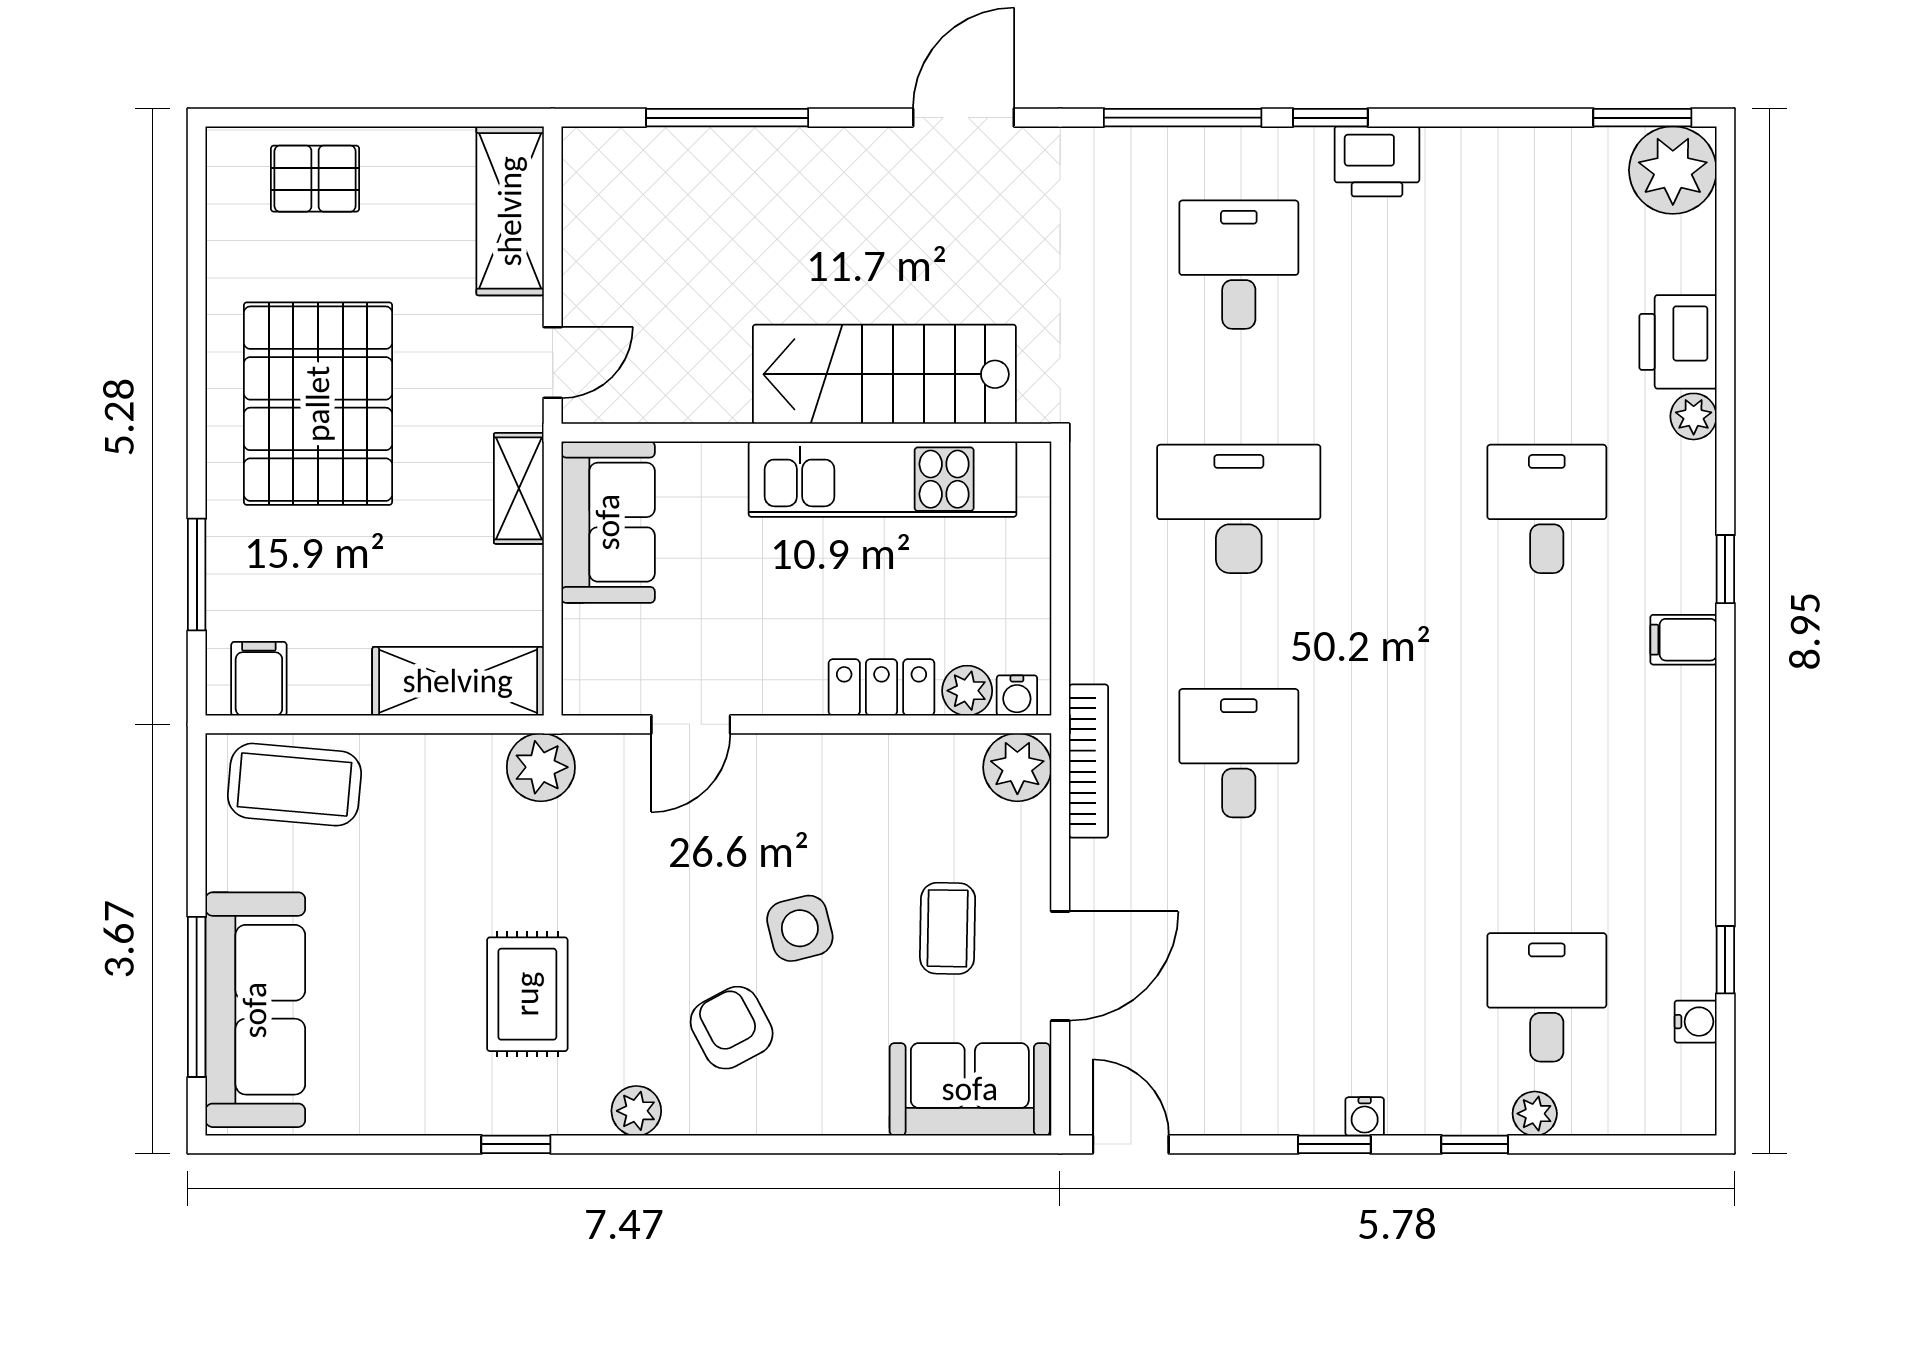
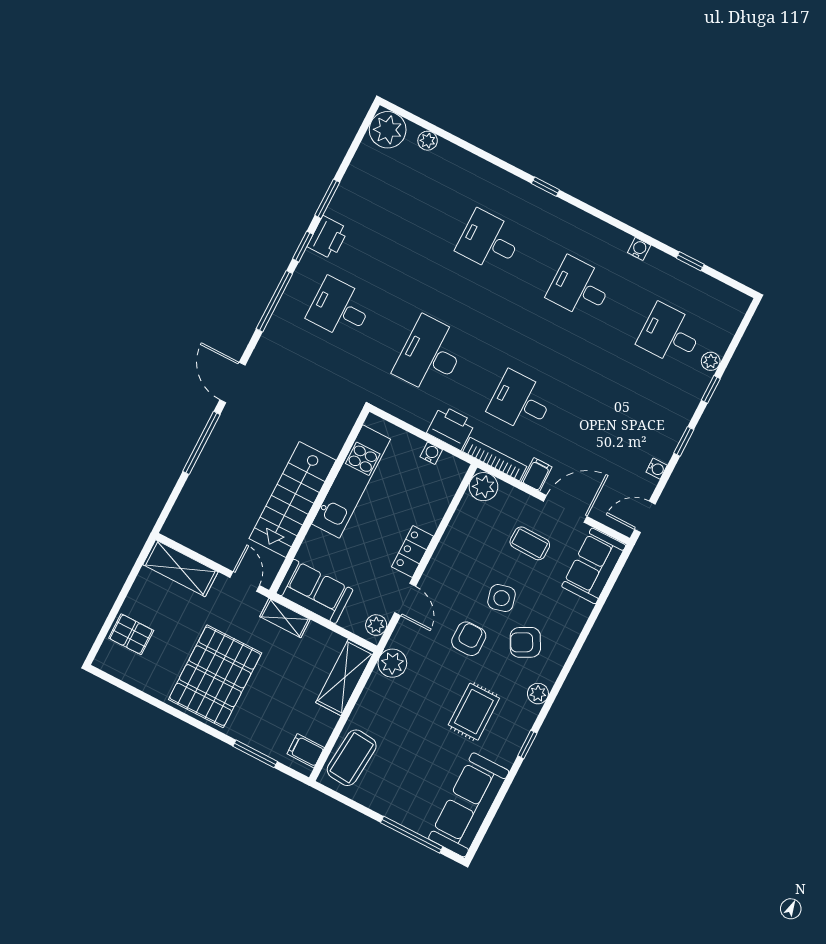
window: (727, 118) -> (201, 443), moved
window: (1642, 118) -> (327, 199), moved
pallet: (315, 179) -> (131, 634), turned 90
printer: (1678, 342) -> (451, 428), moved, turned 180
stairs: (884, 374) -> (293, 499), moved
pallet: (318, 404) -> (215, 676), turned 90
plant: (1694, 416) -> (428, 141), moved
filing cabinet: (1683, 640) -> (537, 474), moved, turned 180
locker: (881, 687) -> (413, 551), moved
plant: (967, 691) -> (376, 625), moved
water cooler: (1017, 695) -> (431, 453), moved, turned -90
desk: (1547, 753) -> (579, 288), added
armchair: (677, 903) -> (469, 639), added
door: (1060, 966) -> (565, 509), hinge flipped
rug: (527, 994) -> (474, 712), turned 90
sofa: (255, 1010) -> (469, 805), moved, turned -90
water cooler: (1696, 1022) -> (639, 249), moved
water cooler: (1365, 1116) -> (657, 469), moved

